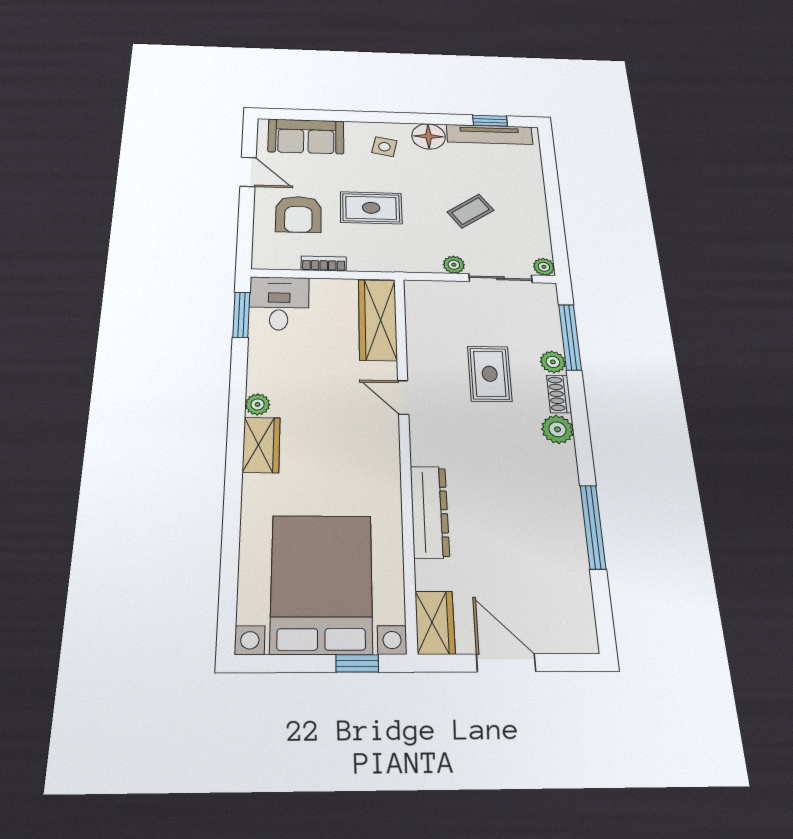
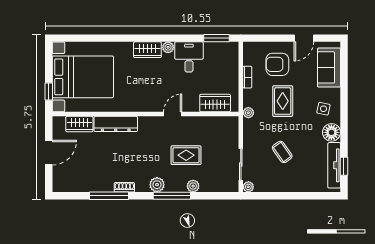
plant: (454, 265) -> (248, 113), moved
desk: (279, 303) -> (189, 57), moved, turned -90
wardrobe: (378, 320) -> (215, 103), width x0.67
window: (570, 337) -> (172, 196), moved
shoe rack: (559, 394) -> (124, 187), moved
wardrobe: (435, 622) -> (79, 124), moved

